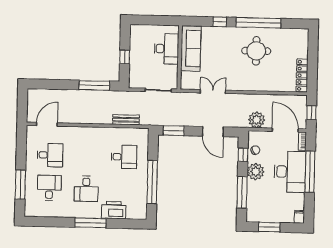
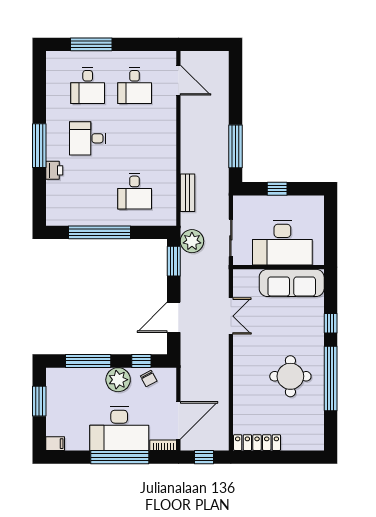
desk: (166, 49) -> (282, 243), width x1.36, depth x1.30
plant: (257, 120) -> (192, 241), moved
desk: (49, 188) -> (88, 86), turned 90
printer: (114, 210) -> (54, 170), width x0.53, depth x0.68

